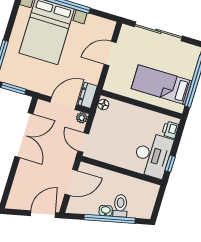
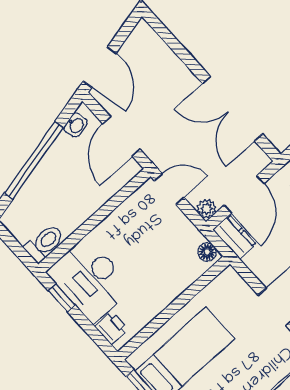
toilet: (120, 206) -> (44, 243), moved, turned -77
washbasin: (106, 211) -> (76, 125), moved

